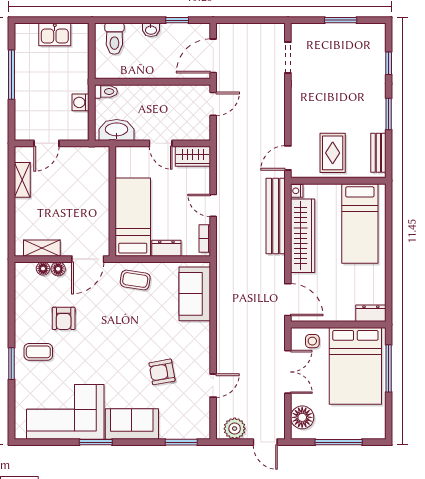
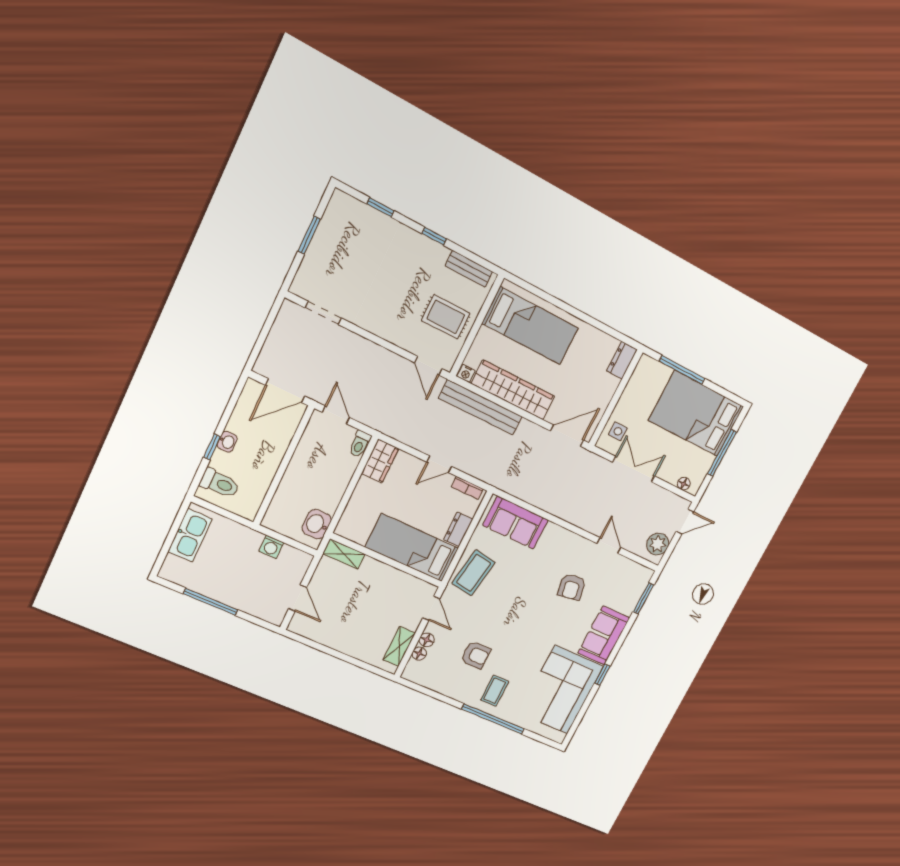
window: (177, 20) -> (212, 447), moved
kitchen sink: (55, 34) -> (190, 535), width x1.38
door: (213, 56) -> (285, 391), hinge flipped
toilet: (106, 92) -> (360, 444), moved, turned 180
window: (389, 114) -> (434, 236), width x0.67
washbasin: (117, 130) -> (317, 524), width x0.72
door: (161, 143) -> (351, 487), removed
shelving: (22, 180) -> (344, 554), moved
door: (88, 259) -> (431, 608), width x0.73
coffee table: (135, 280) -> (474, 573), width x1.36, depth x1.30
window: (11, 364) -> (493, 719), width x2.11
bed: (355, 366) -> (696, 414), moved, turned 180
floor lamp: (302, 417) -> (684, 484), width x0.53, depth x0.53
window: (96, 442) -> (602, 675), width x0.67

